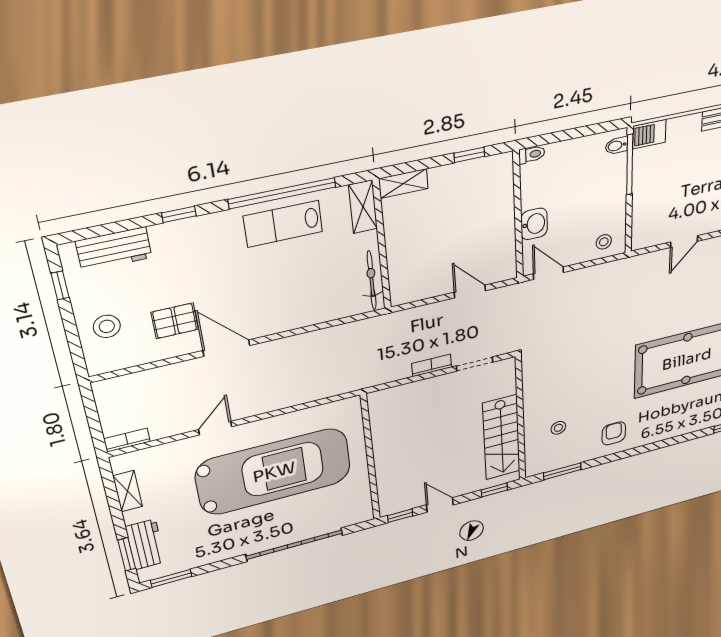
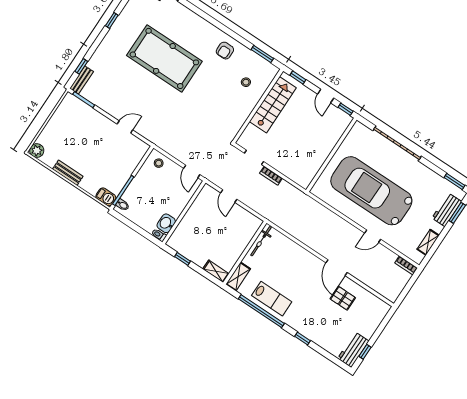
washbasin: (534, 224) -> (166, 223), moved
workbench: (114, 249) -> (353, 350), moved, turned -90
stool: (107, 326) -> (366, 320), removed

